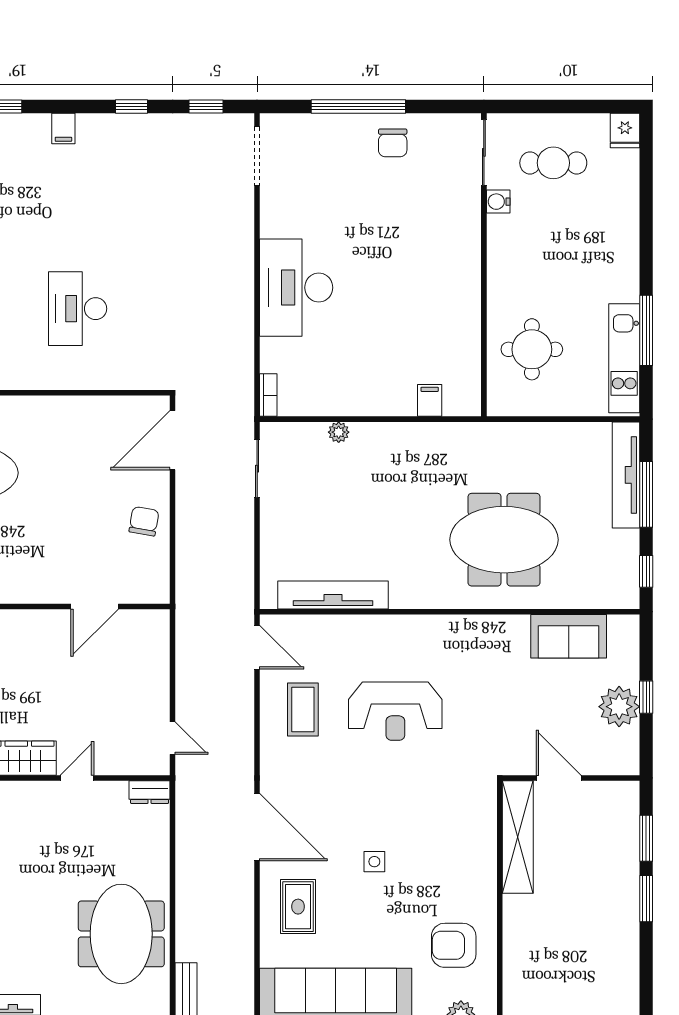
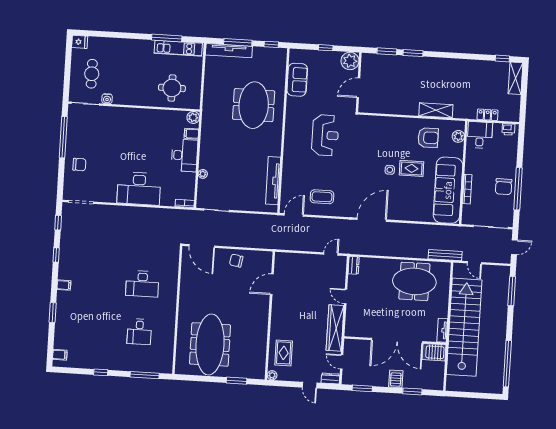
window: (358, 107) -> (63, 137), moved
chair: (393, 143) -> (79, 165), moved
desk: (379, 388) -> (184, 155), added
plant: (467, 402) -> (193, 117), added
door: (95, 606) -> (272, 284), swing flipped
plant: (619, 707) -> (350, 61), moved
reception desk: (395, 711) -> (325, 135), moved
shelving: (518, 837) -> (436, 110), moved, width x0.68
rug: (298, 907) -> (412, 168), moved
armchair: (454, 945) -> (428, 138), turned -90

